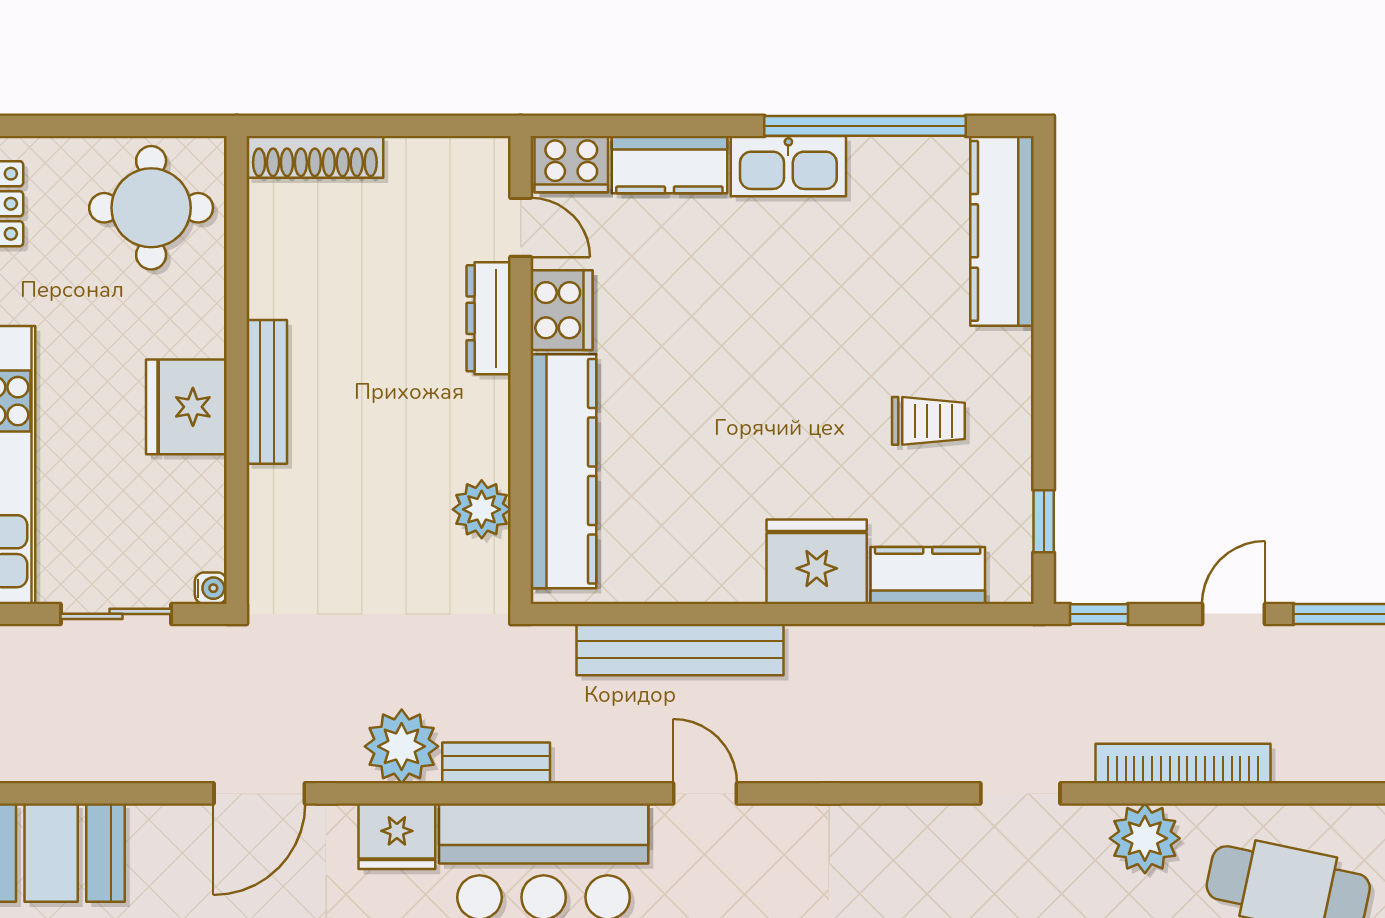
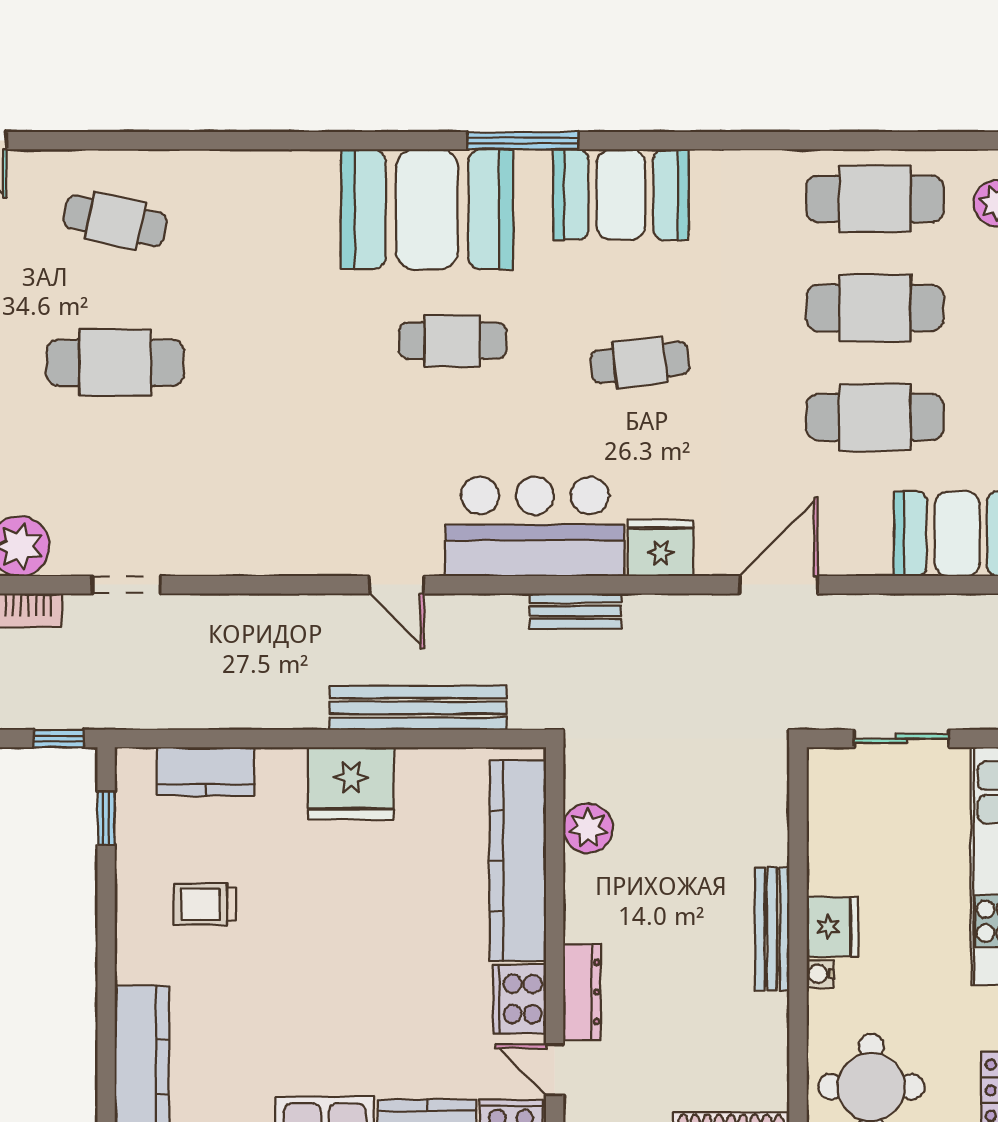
fridge: (186, 407) -> (832, 927), width x0.73, depth x0.75
fridge: (817, 562) -> (351, 783), moved
water cooler: (211, 588) -> (820, 974), moved
plant: (402, 746) -> (657, 625), removed

